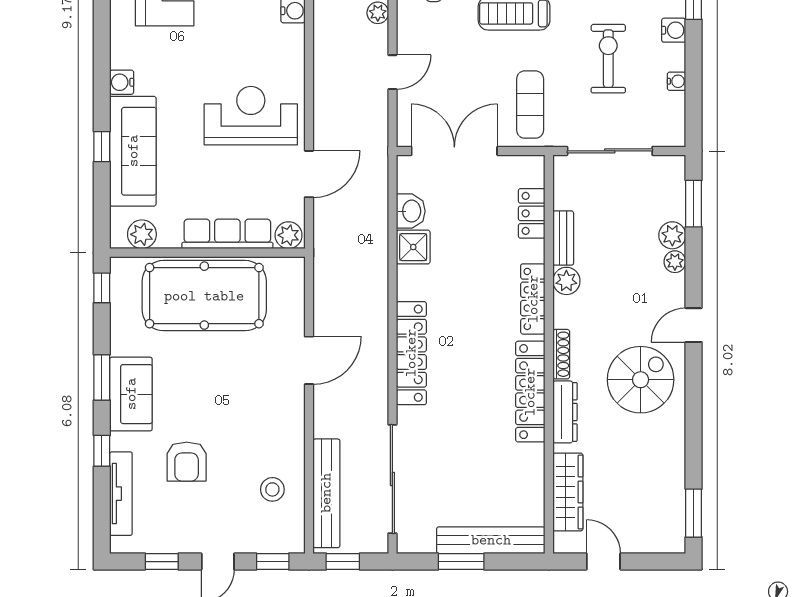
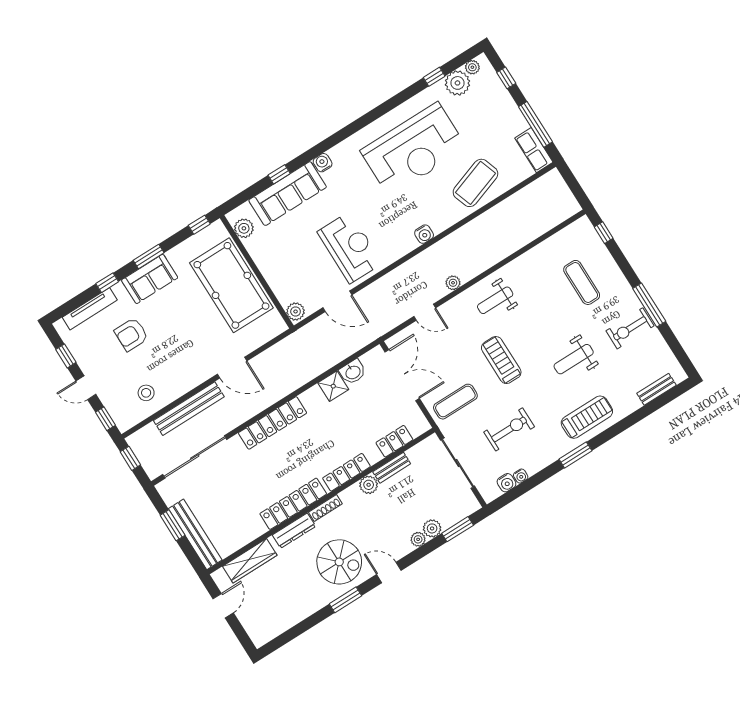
water cooler: (674, 30) -> (506, 483), moved
row of seats: (227, 234) -> (274, 276), removed
bench: (326, 493) -> (189, 409), moved
window: (694, 513) -> (345, 600), moved

